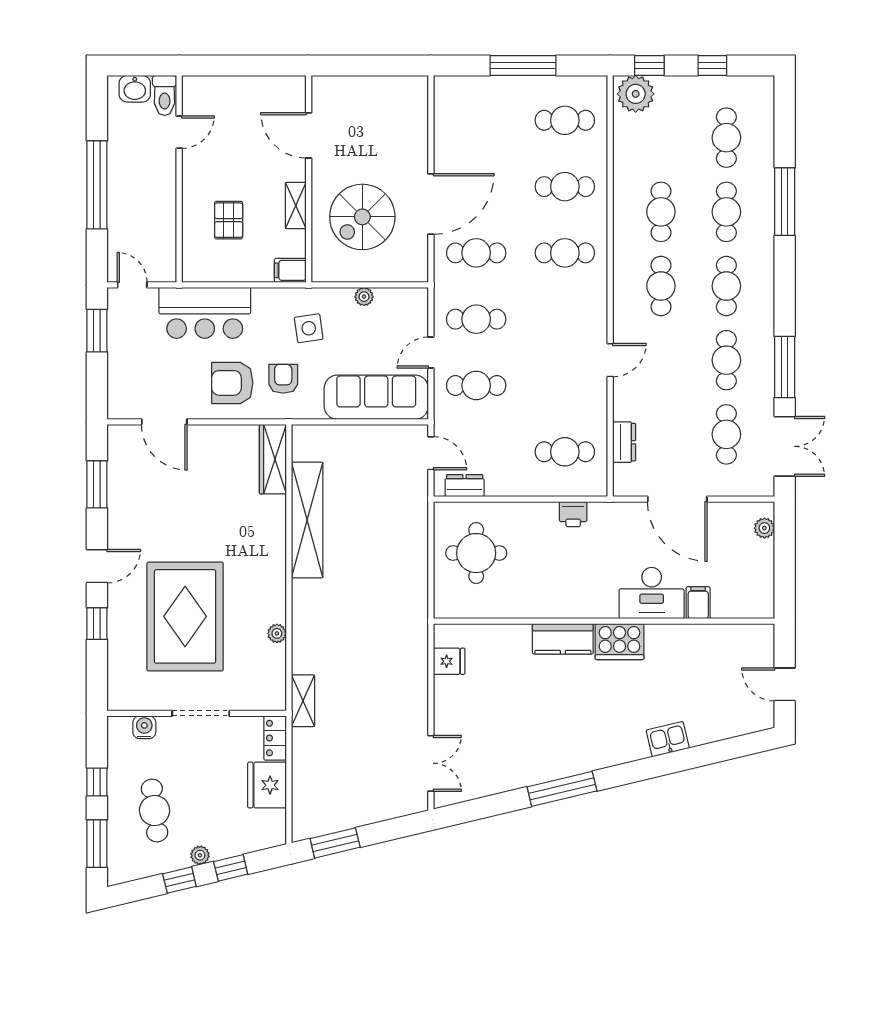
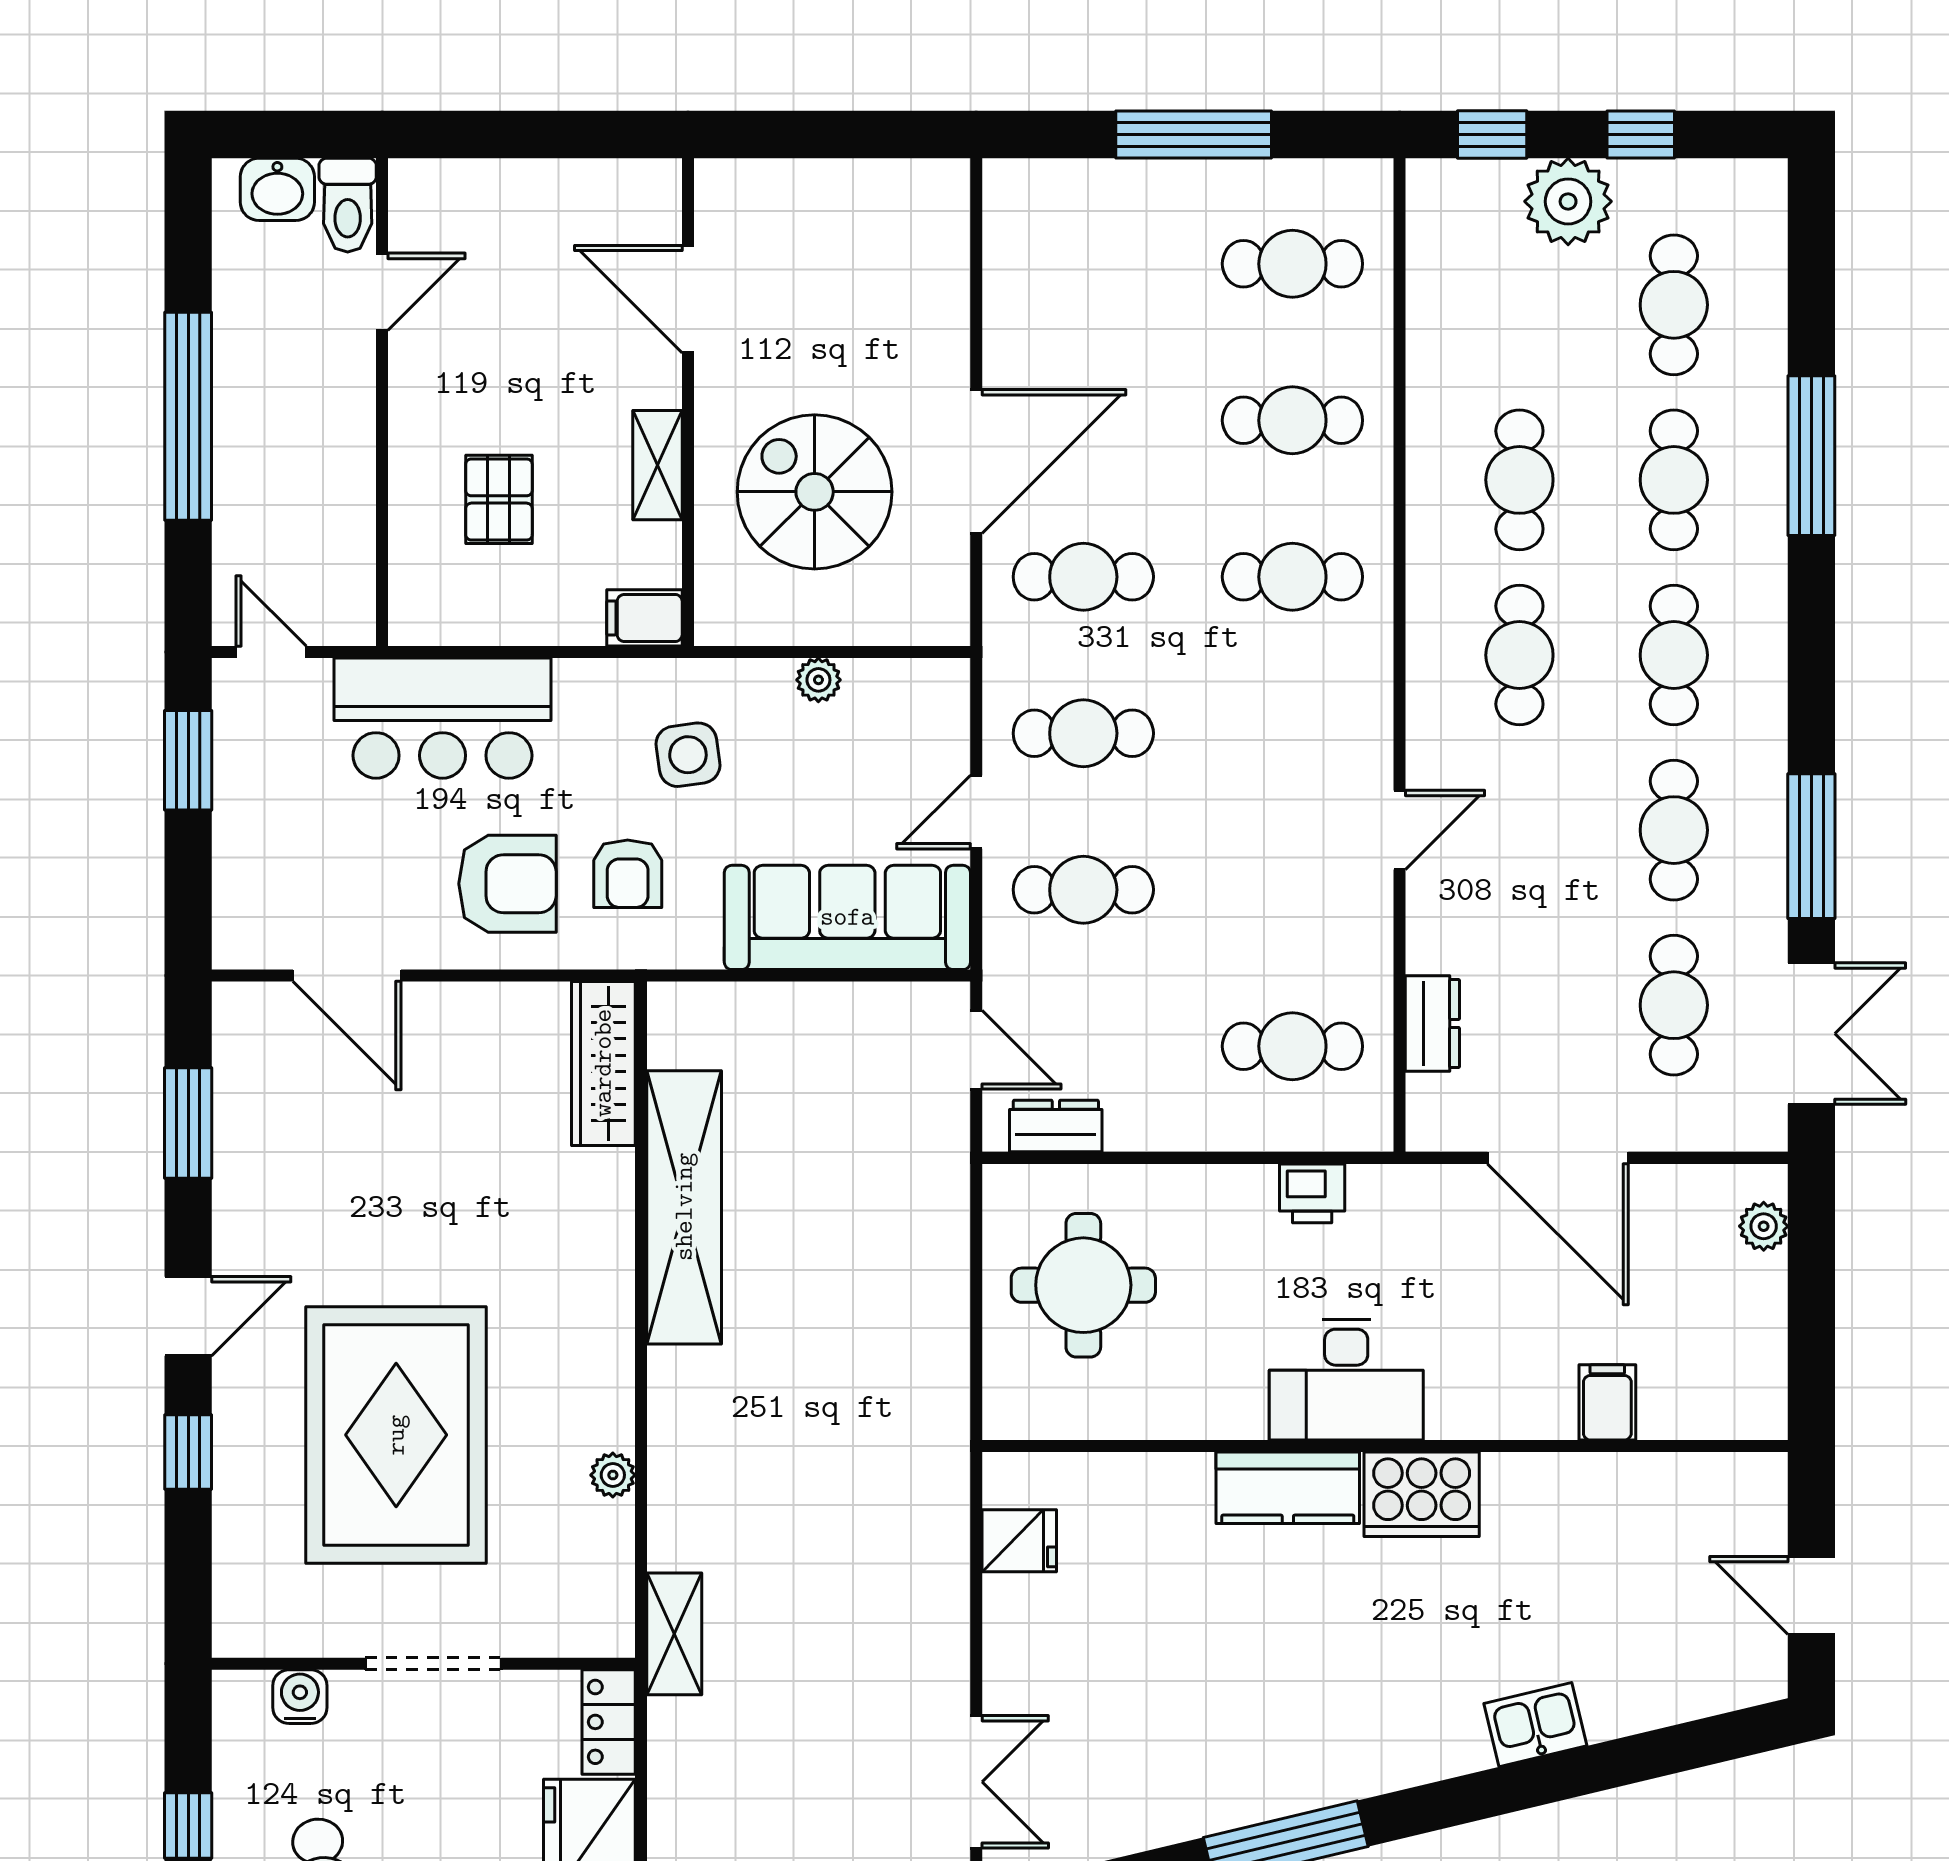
plant: (636, 94) -> (1568, 201), moved
spiral stairs: (362, 217) -> (815, 492), turned 90
armchair: (283, 379) -> (628, 874), turned 180
armchair: (232, 383) -> (507, 884), turned 180
desk: (652, 593) -> (1346, 1380), moved

